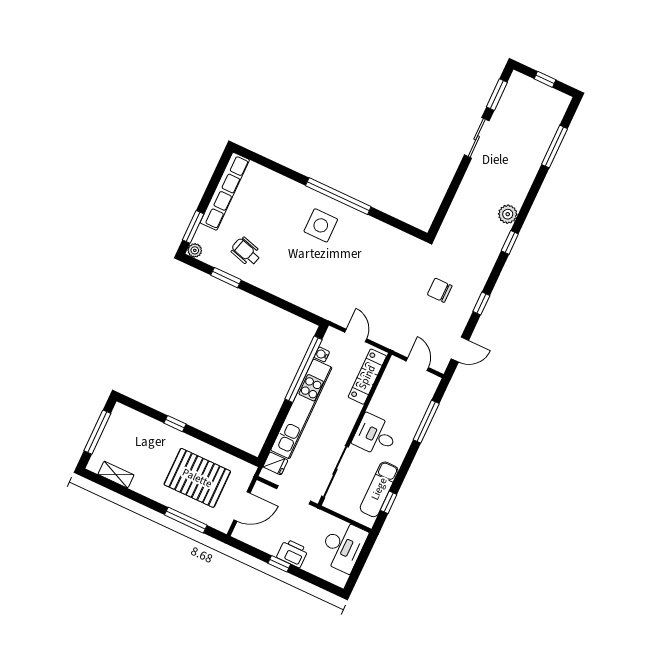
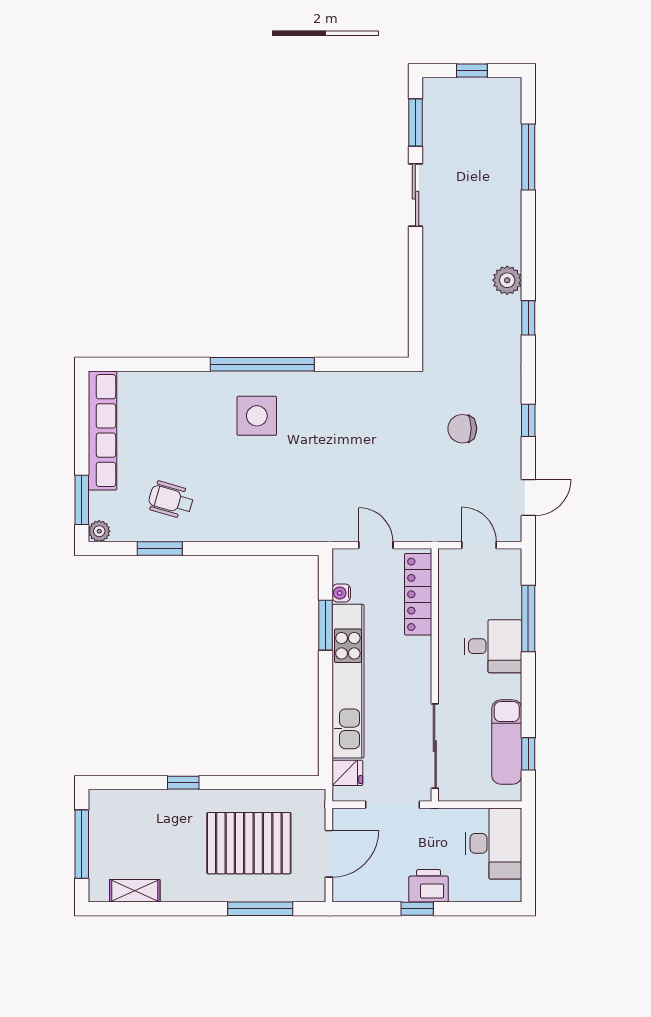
window: (303, 369) -> (325, 625), width x0.47
desk: (375, 435) -> (493, 646), moved, turned 180

